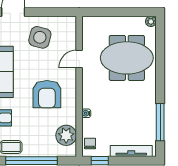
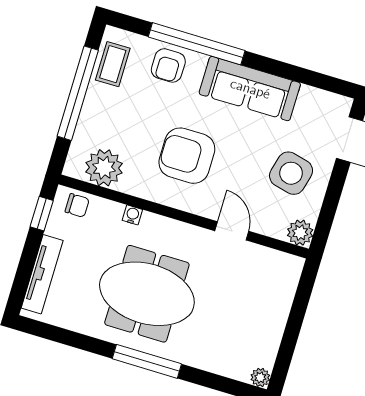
plant: (69, 23) -> (300, 233), added
meeting table: (127, 58) -> (147, 294), moved, turned 90
window: (160, 122) -> (147, 361), moved

